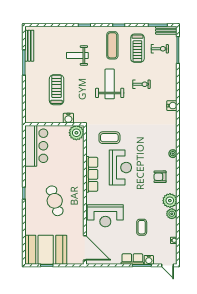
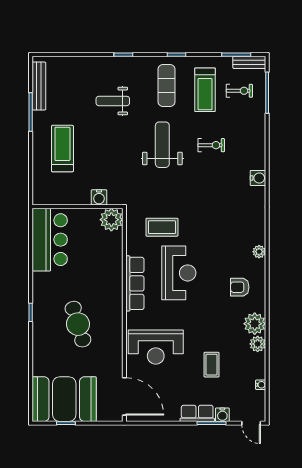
treadmill: (57, 90) -> (62, 149), moved

